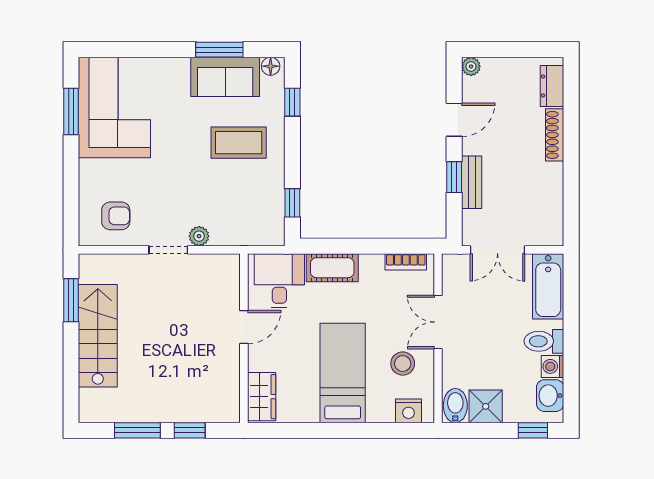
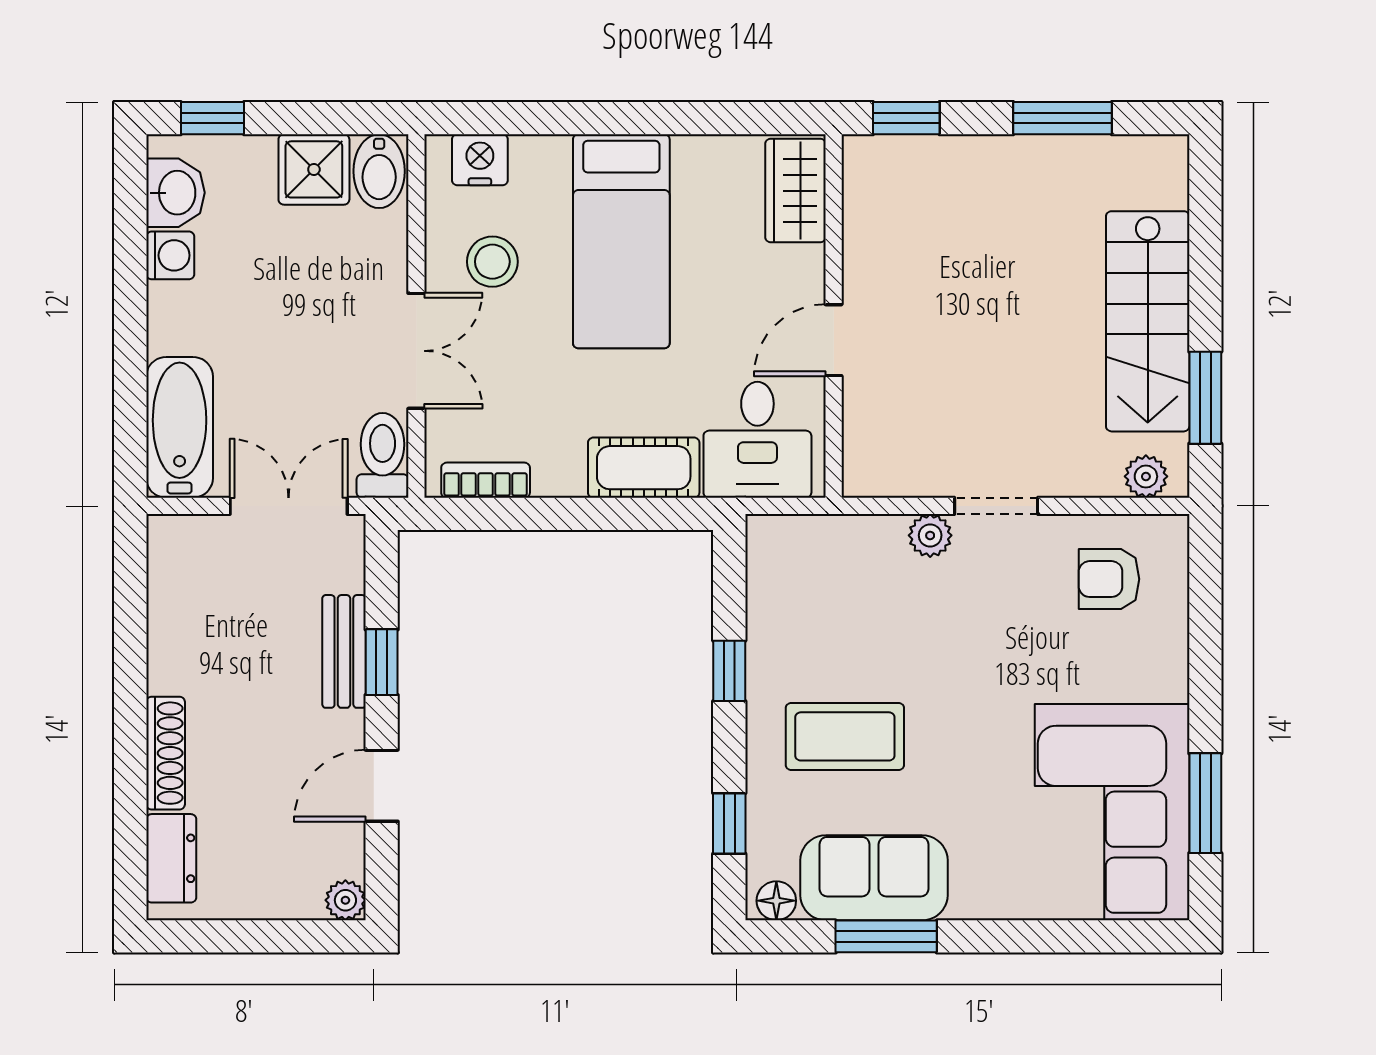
window: (292, 203) -> (729, 671), moved
plant: (99, 264) -> (1146, 476), added
toilet: (544, 341) -> (383, 455), moved, turned -90
window: (190, 430) -> (906, 118), moved

